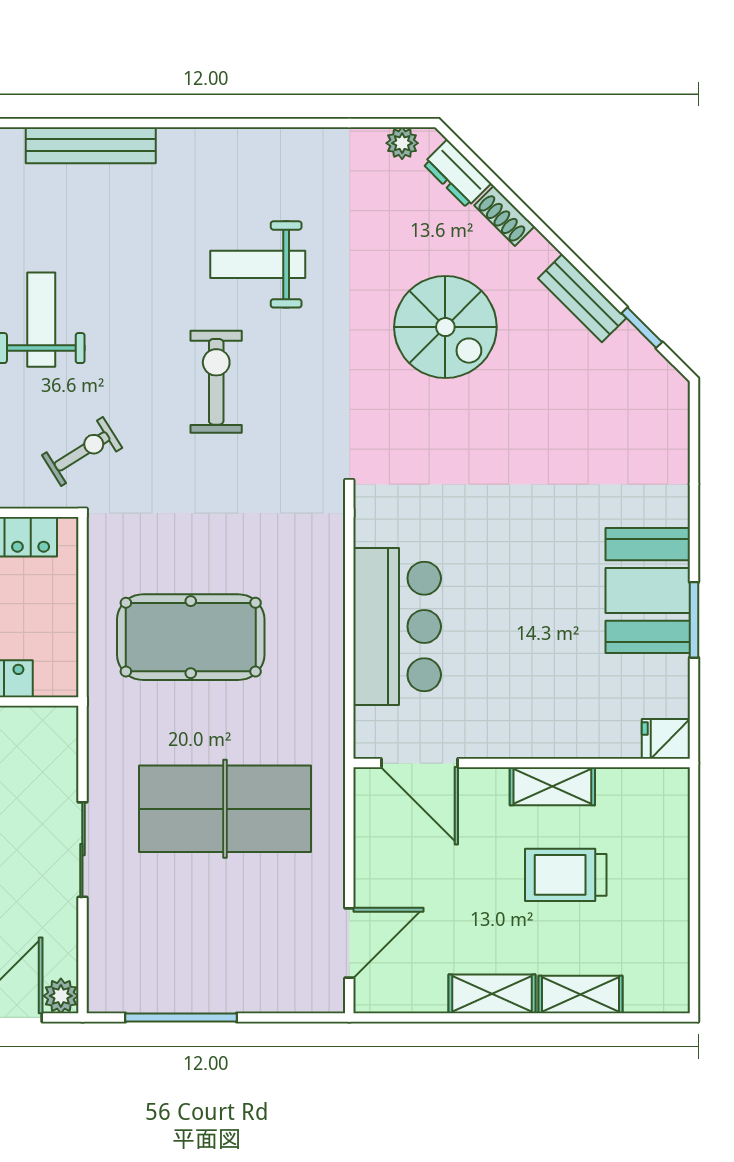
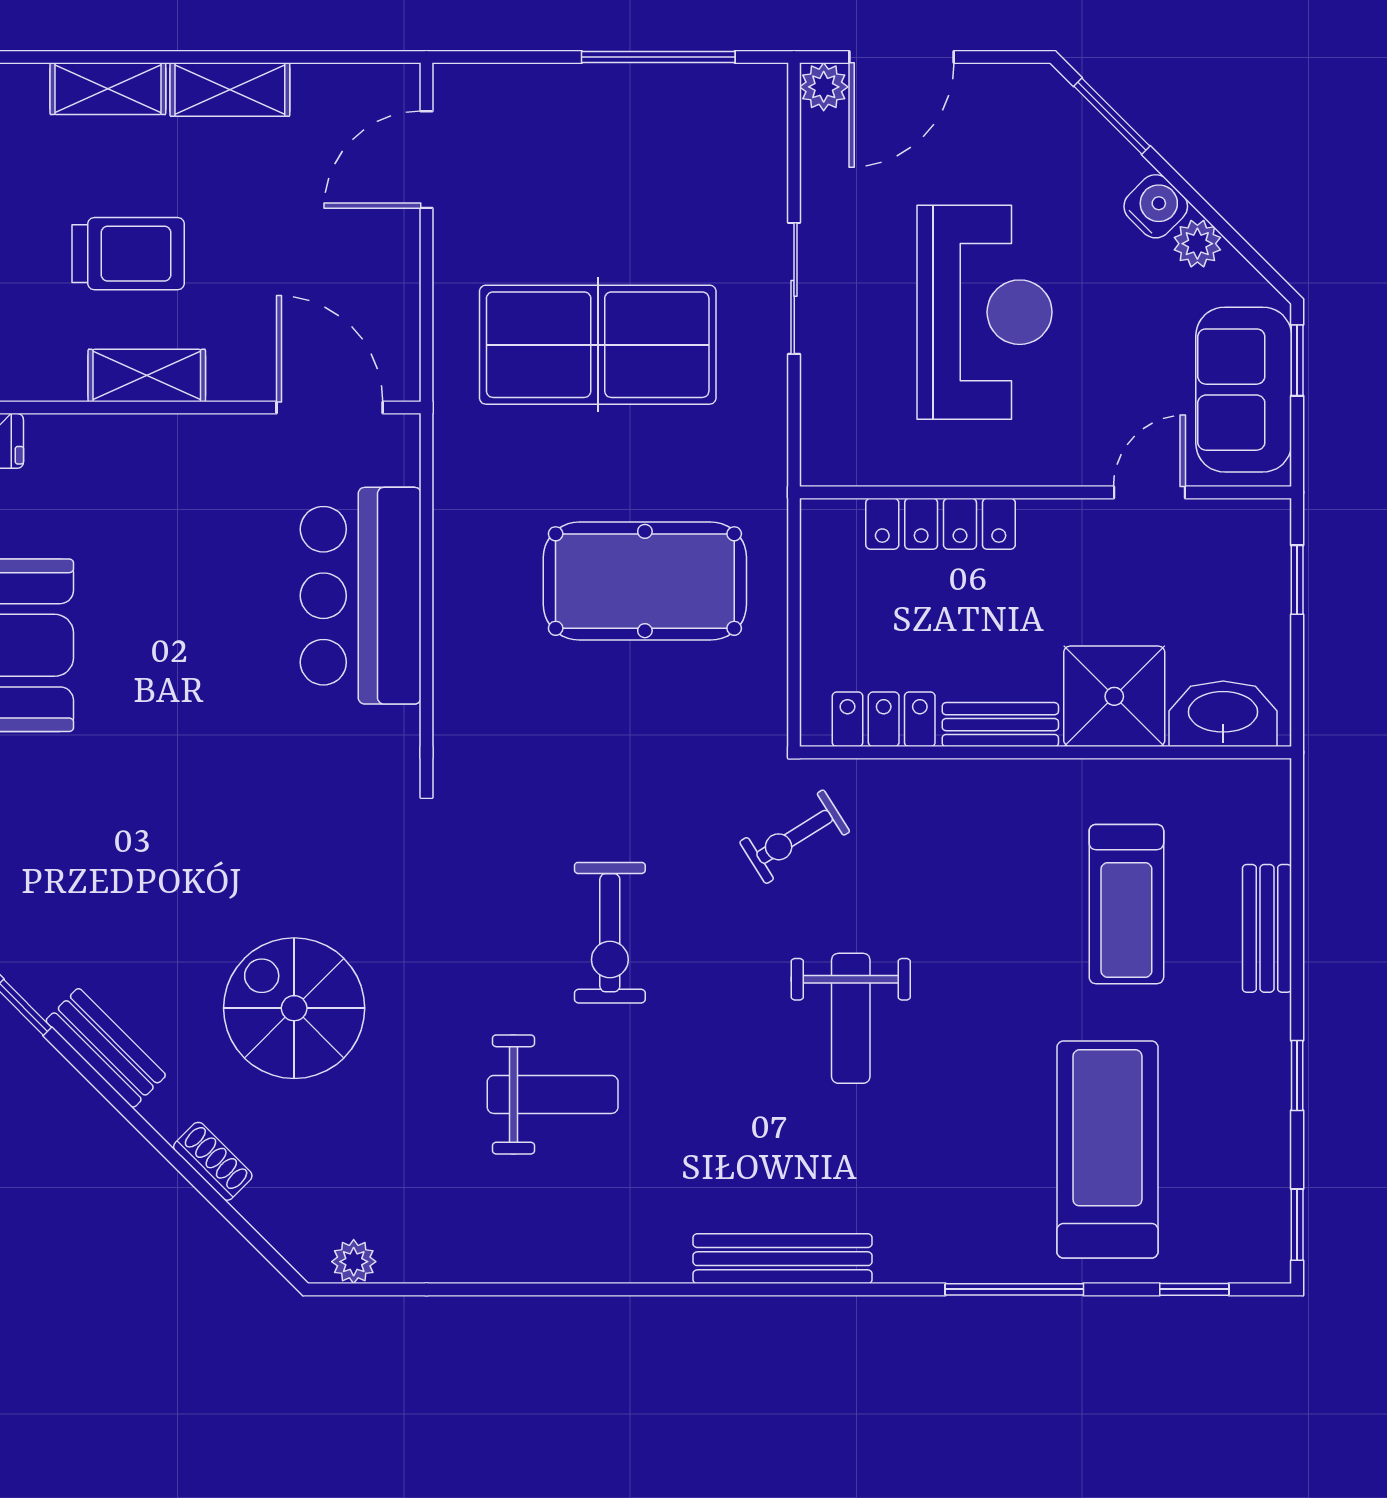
dresser: (457, 174) -> (278, 1220), removed

